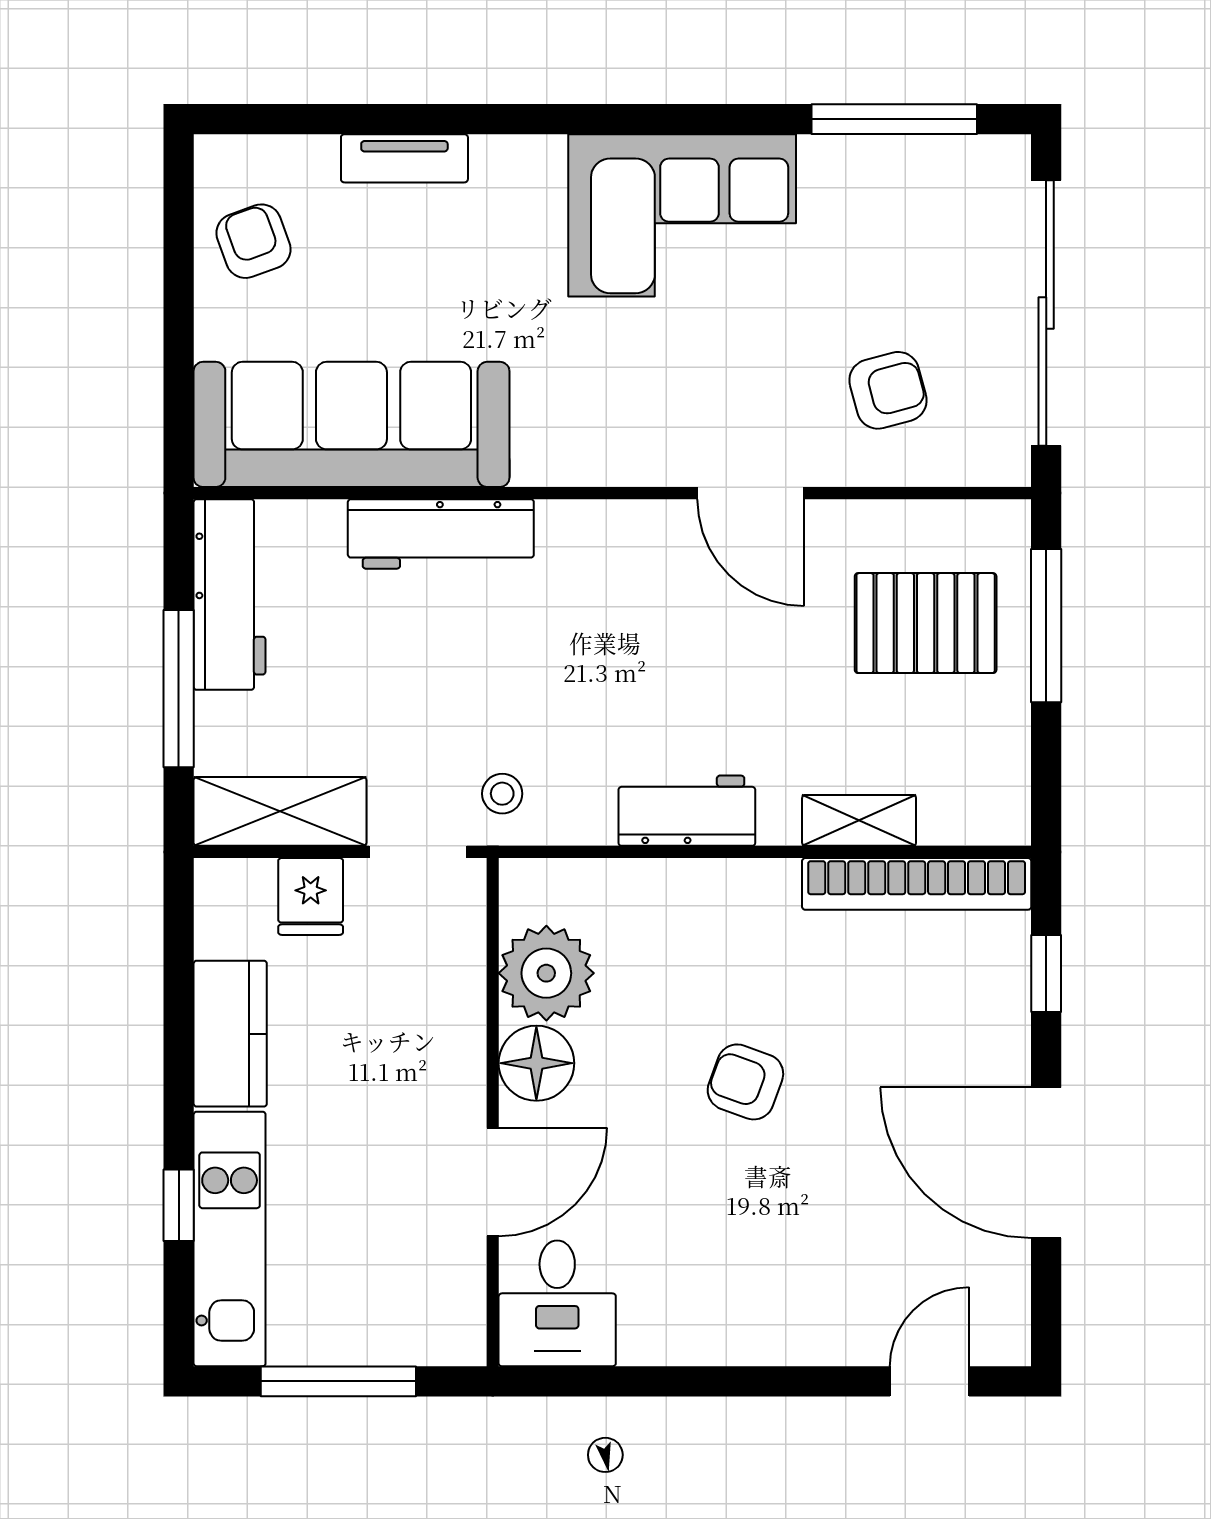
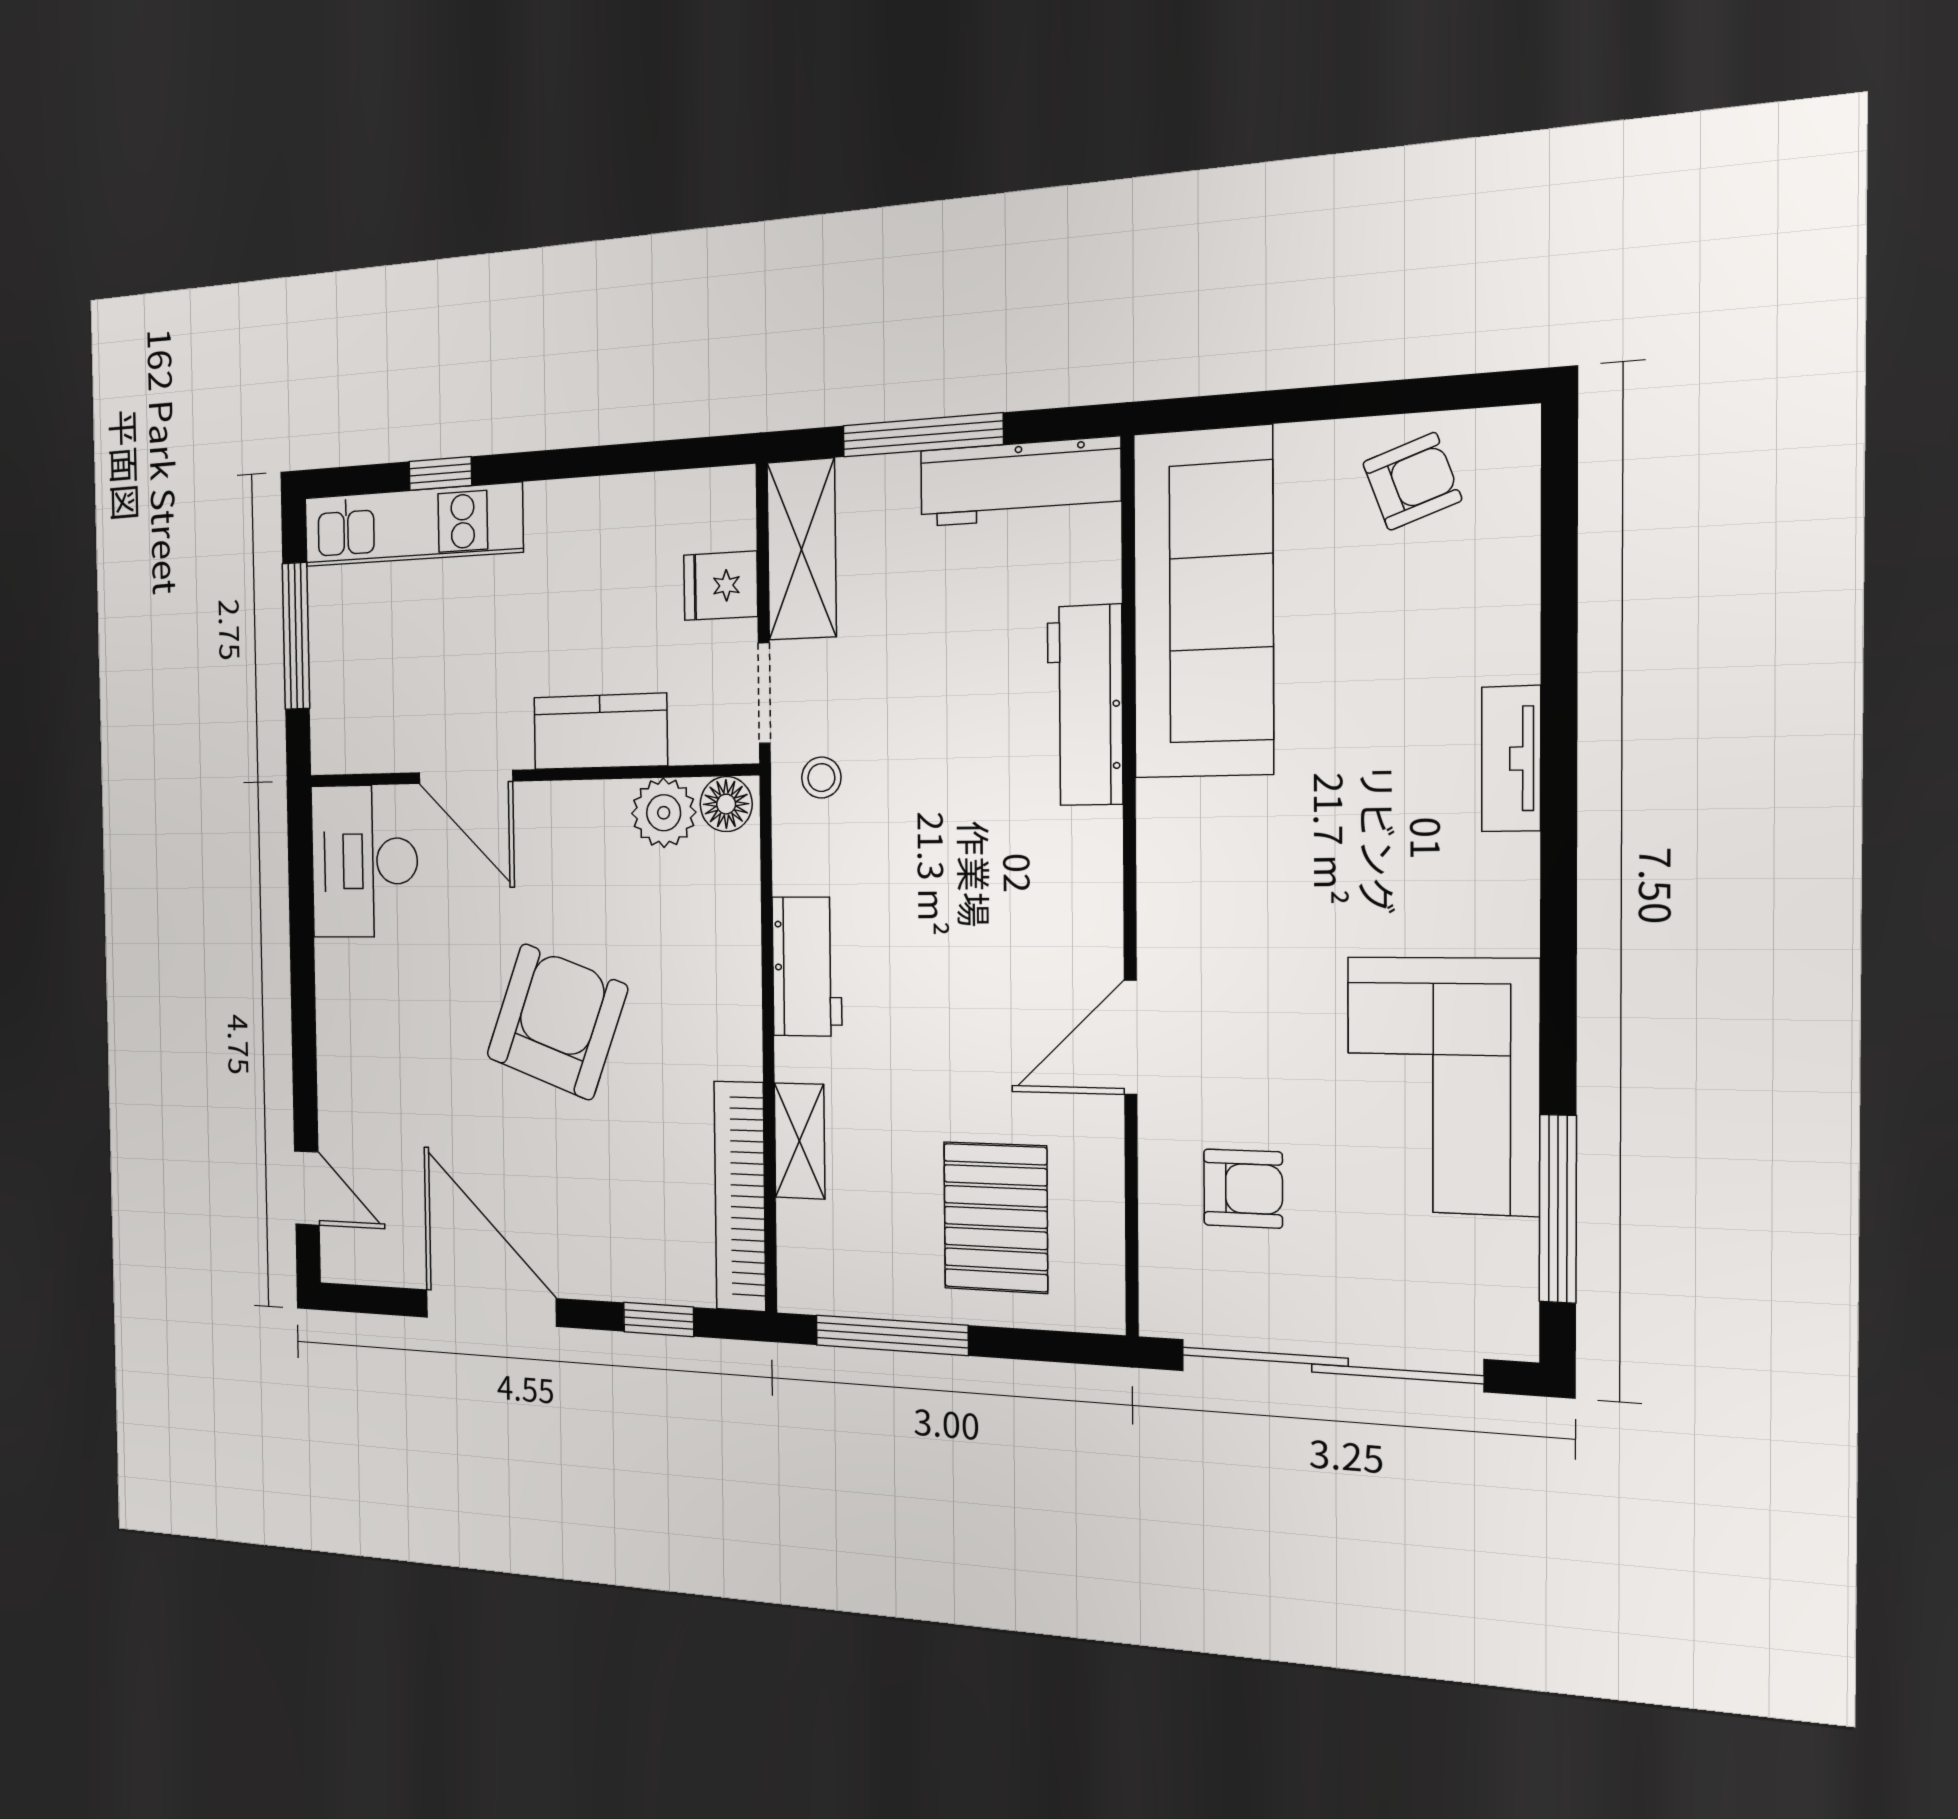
tv unit: (404, 158) -> (1511, 759), moved
corner sofa: (682, 215) -> (1443, 1085), moved
armchair: (888, 390) -> (1243, 1189), turned -75
window: (1046, 626) -> (892, 1335), moved
plant: (546, 973) -> (664, 813), width x0.73, depth x0.73
kitchen counter: (230, 1034) -> (600, 731), moved, turned 180
floor lamp: (536, 1063) -> (726, 804), moved, width x0.73, depth x0.73
armchair: (745, 1082) -> (557, 1022), width x1.88, depth x1.88
door: (1046, 1163) -> (491, 1308), hinge flipped
desk: (557, 1303) -> (364, 861), width x1.37

